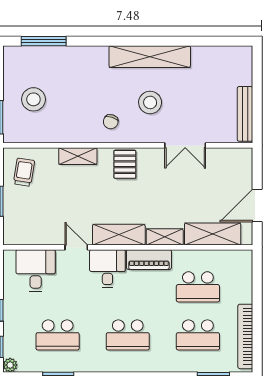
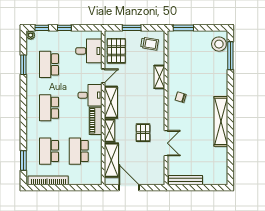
stool: (33, 99) -> (219, 44), moved
stool: (150, 102) -> (193, 122), removed
double door: (185, 145) -> (166, 143), swing flipped
pallet: (125, 164) -> (143, 133), moved, turned 90
pallet: (35, 226) -> (116, 51), added

